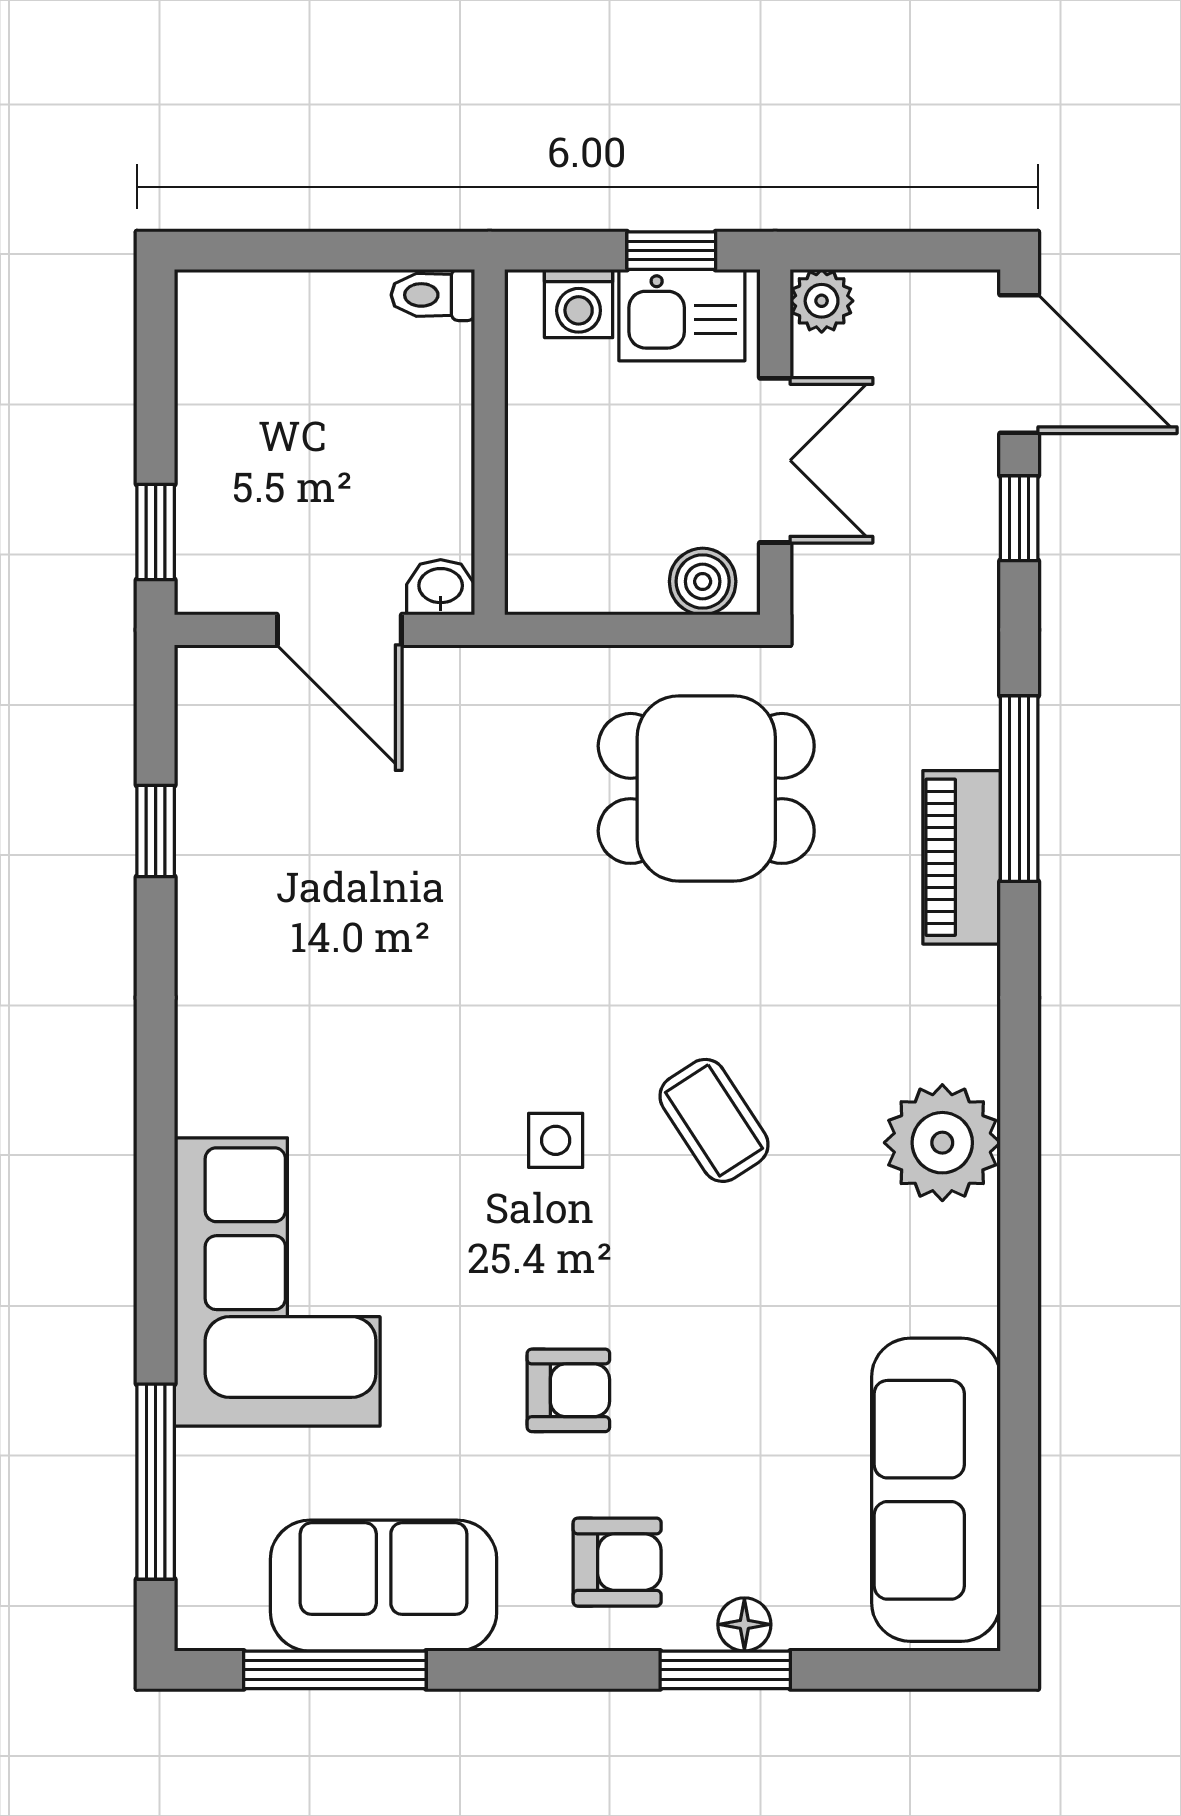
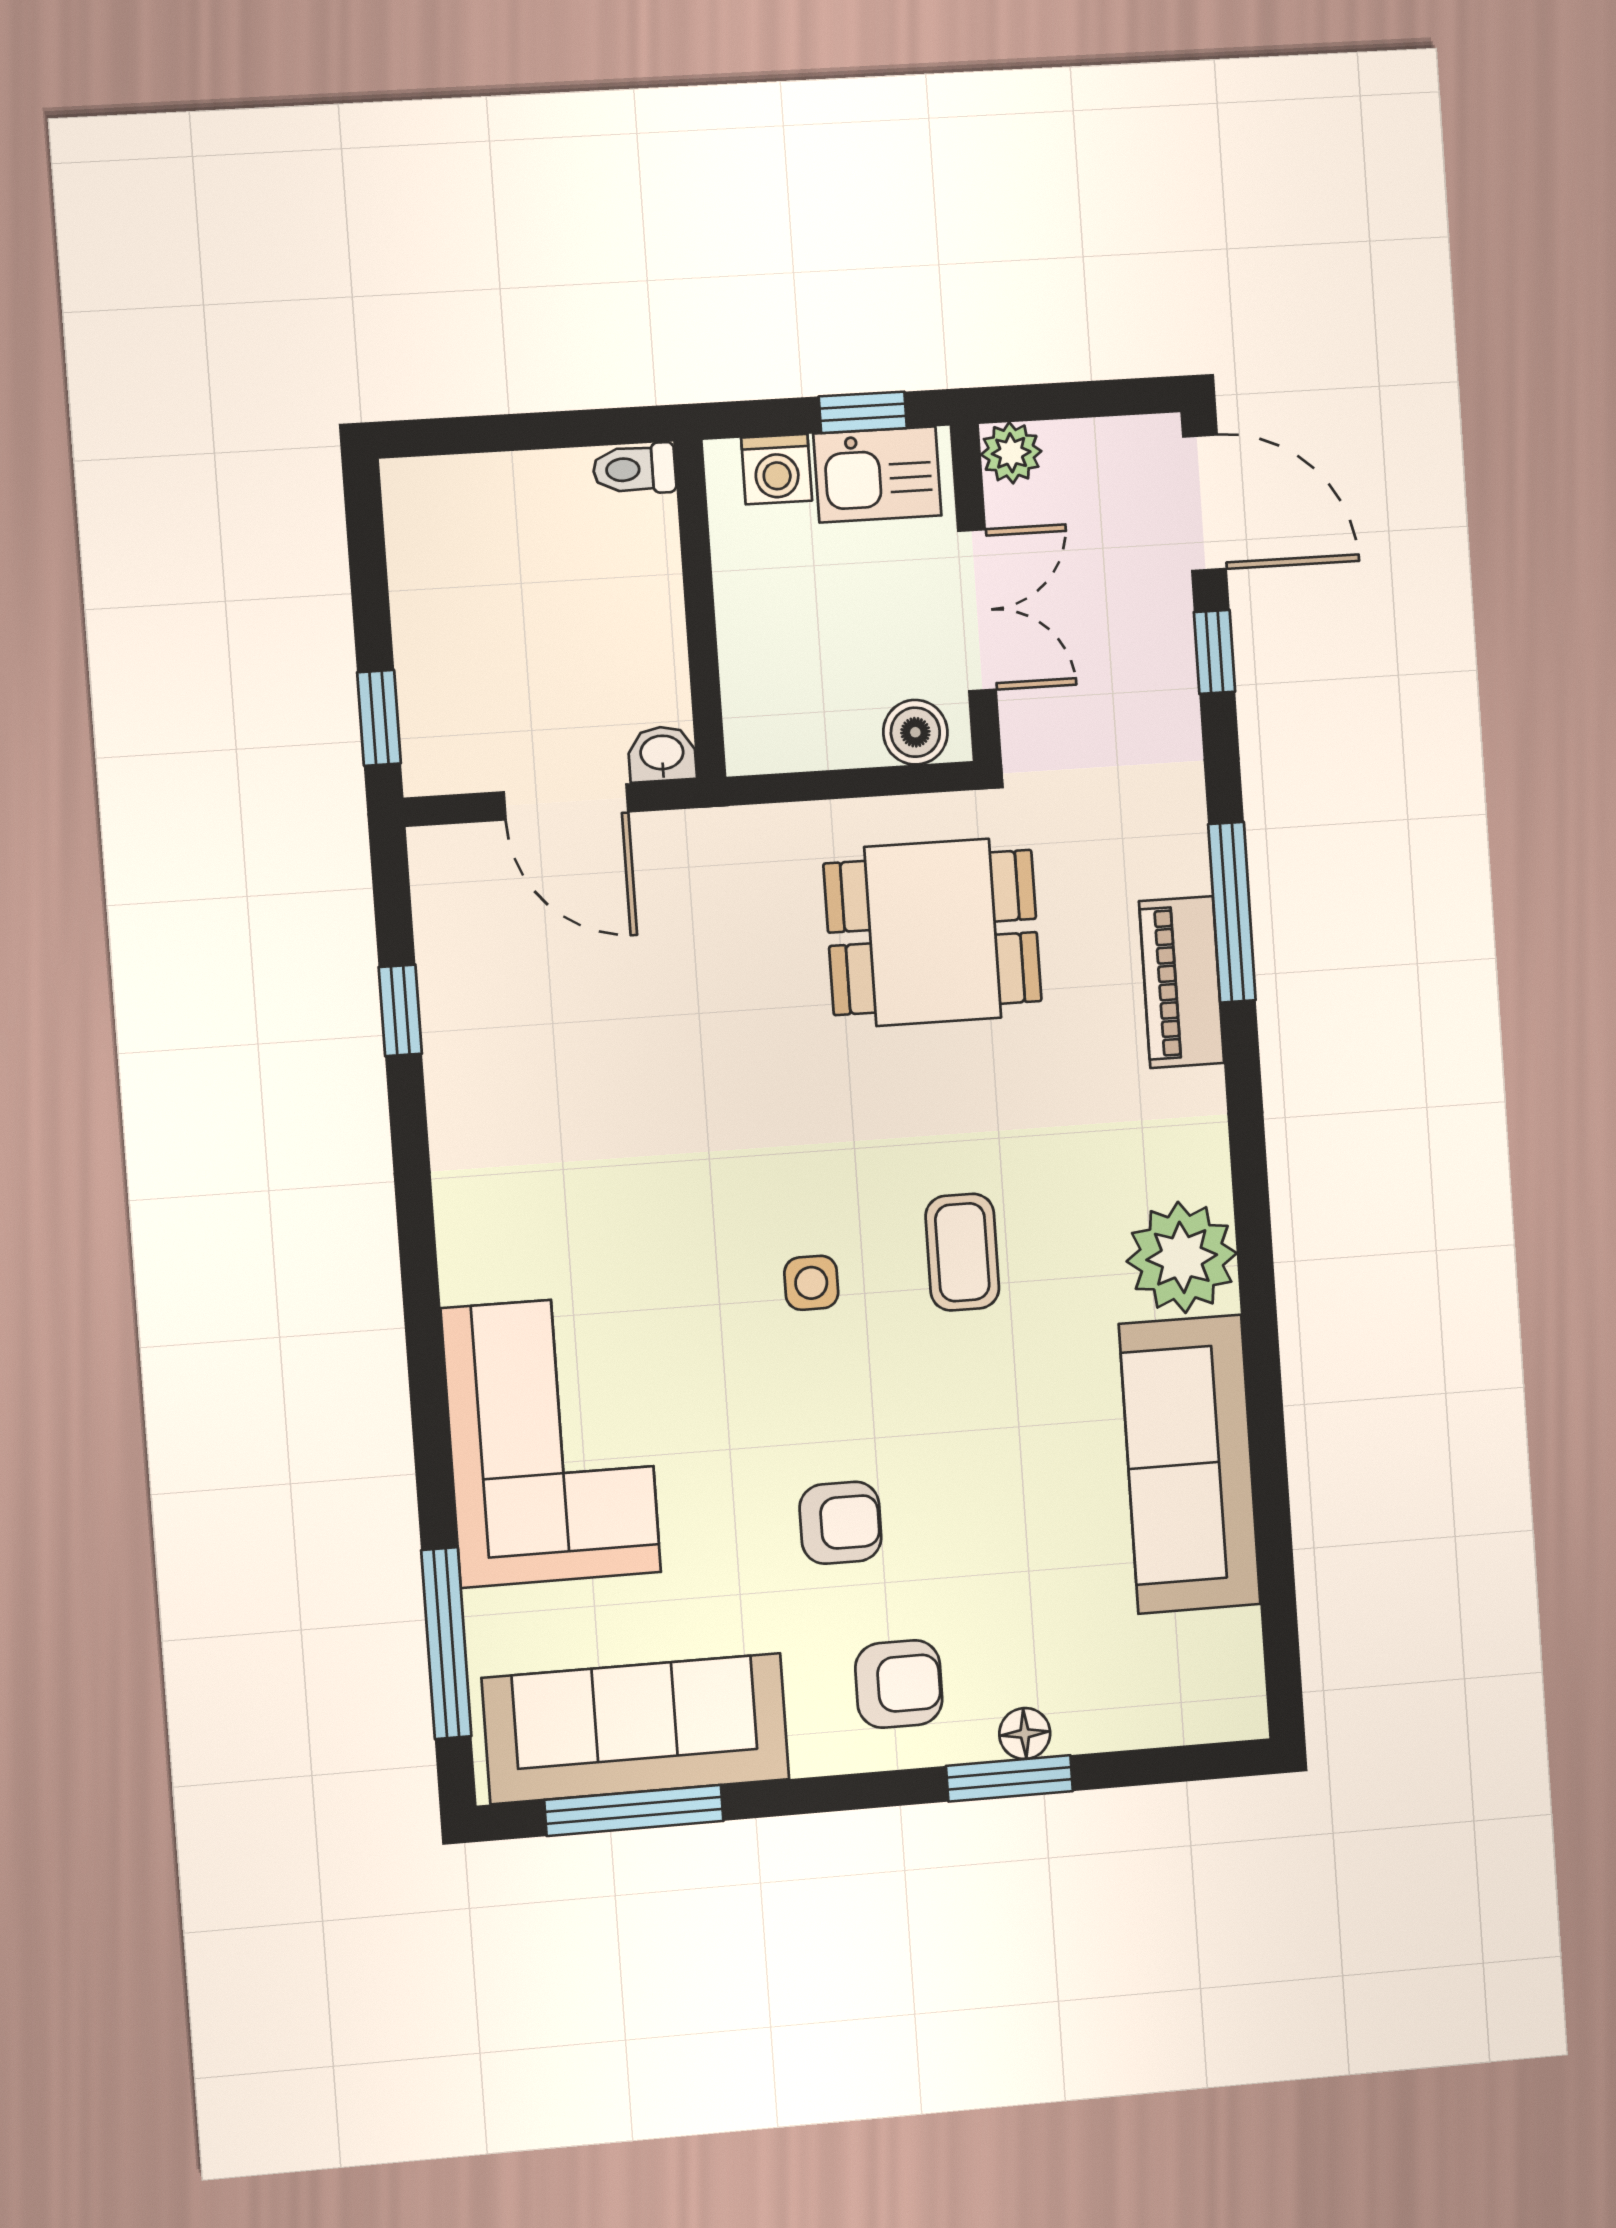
coffee table: (714, 1120) -> (962, 1252), turned 33
sofa: (936, 1490) -> (1190, 1464), moved
sofa: (384, 1586) -> (636, 1729), width x1.36

